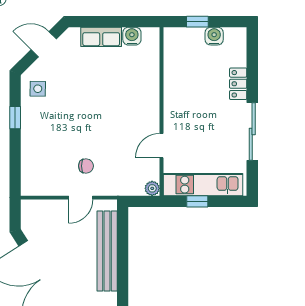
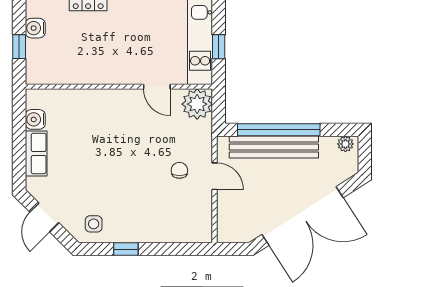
plant: (152, 188) -> (197, 104), width x1.88, depth x1.88
window: (123, 256) -> (279, 130), added

